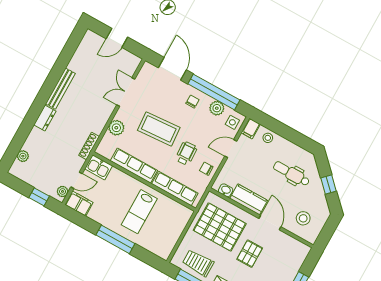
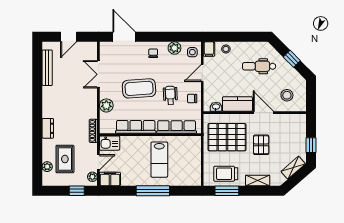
bench: (60, 89) -> (47, 68), moved
window: (214, 92) -> (165, 37), removed
rug: (45, 158) -> (65, 159), added

